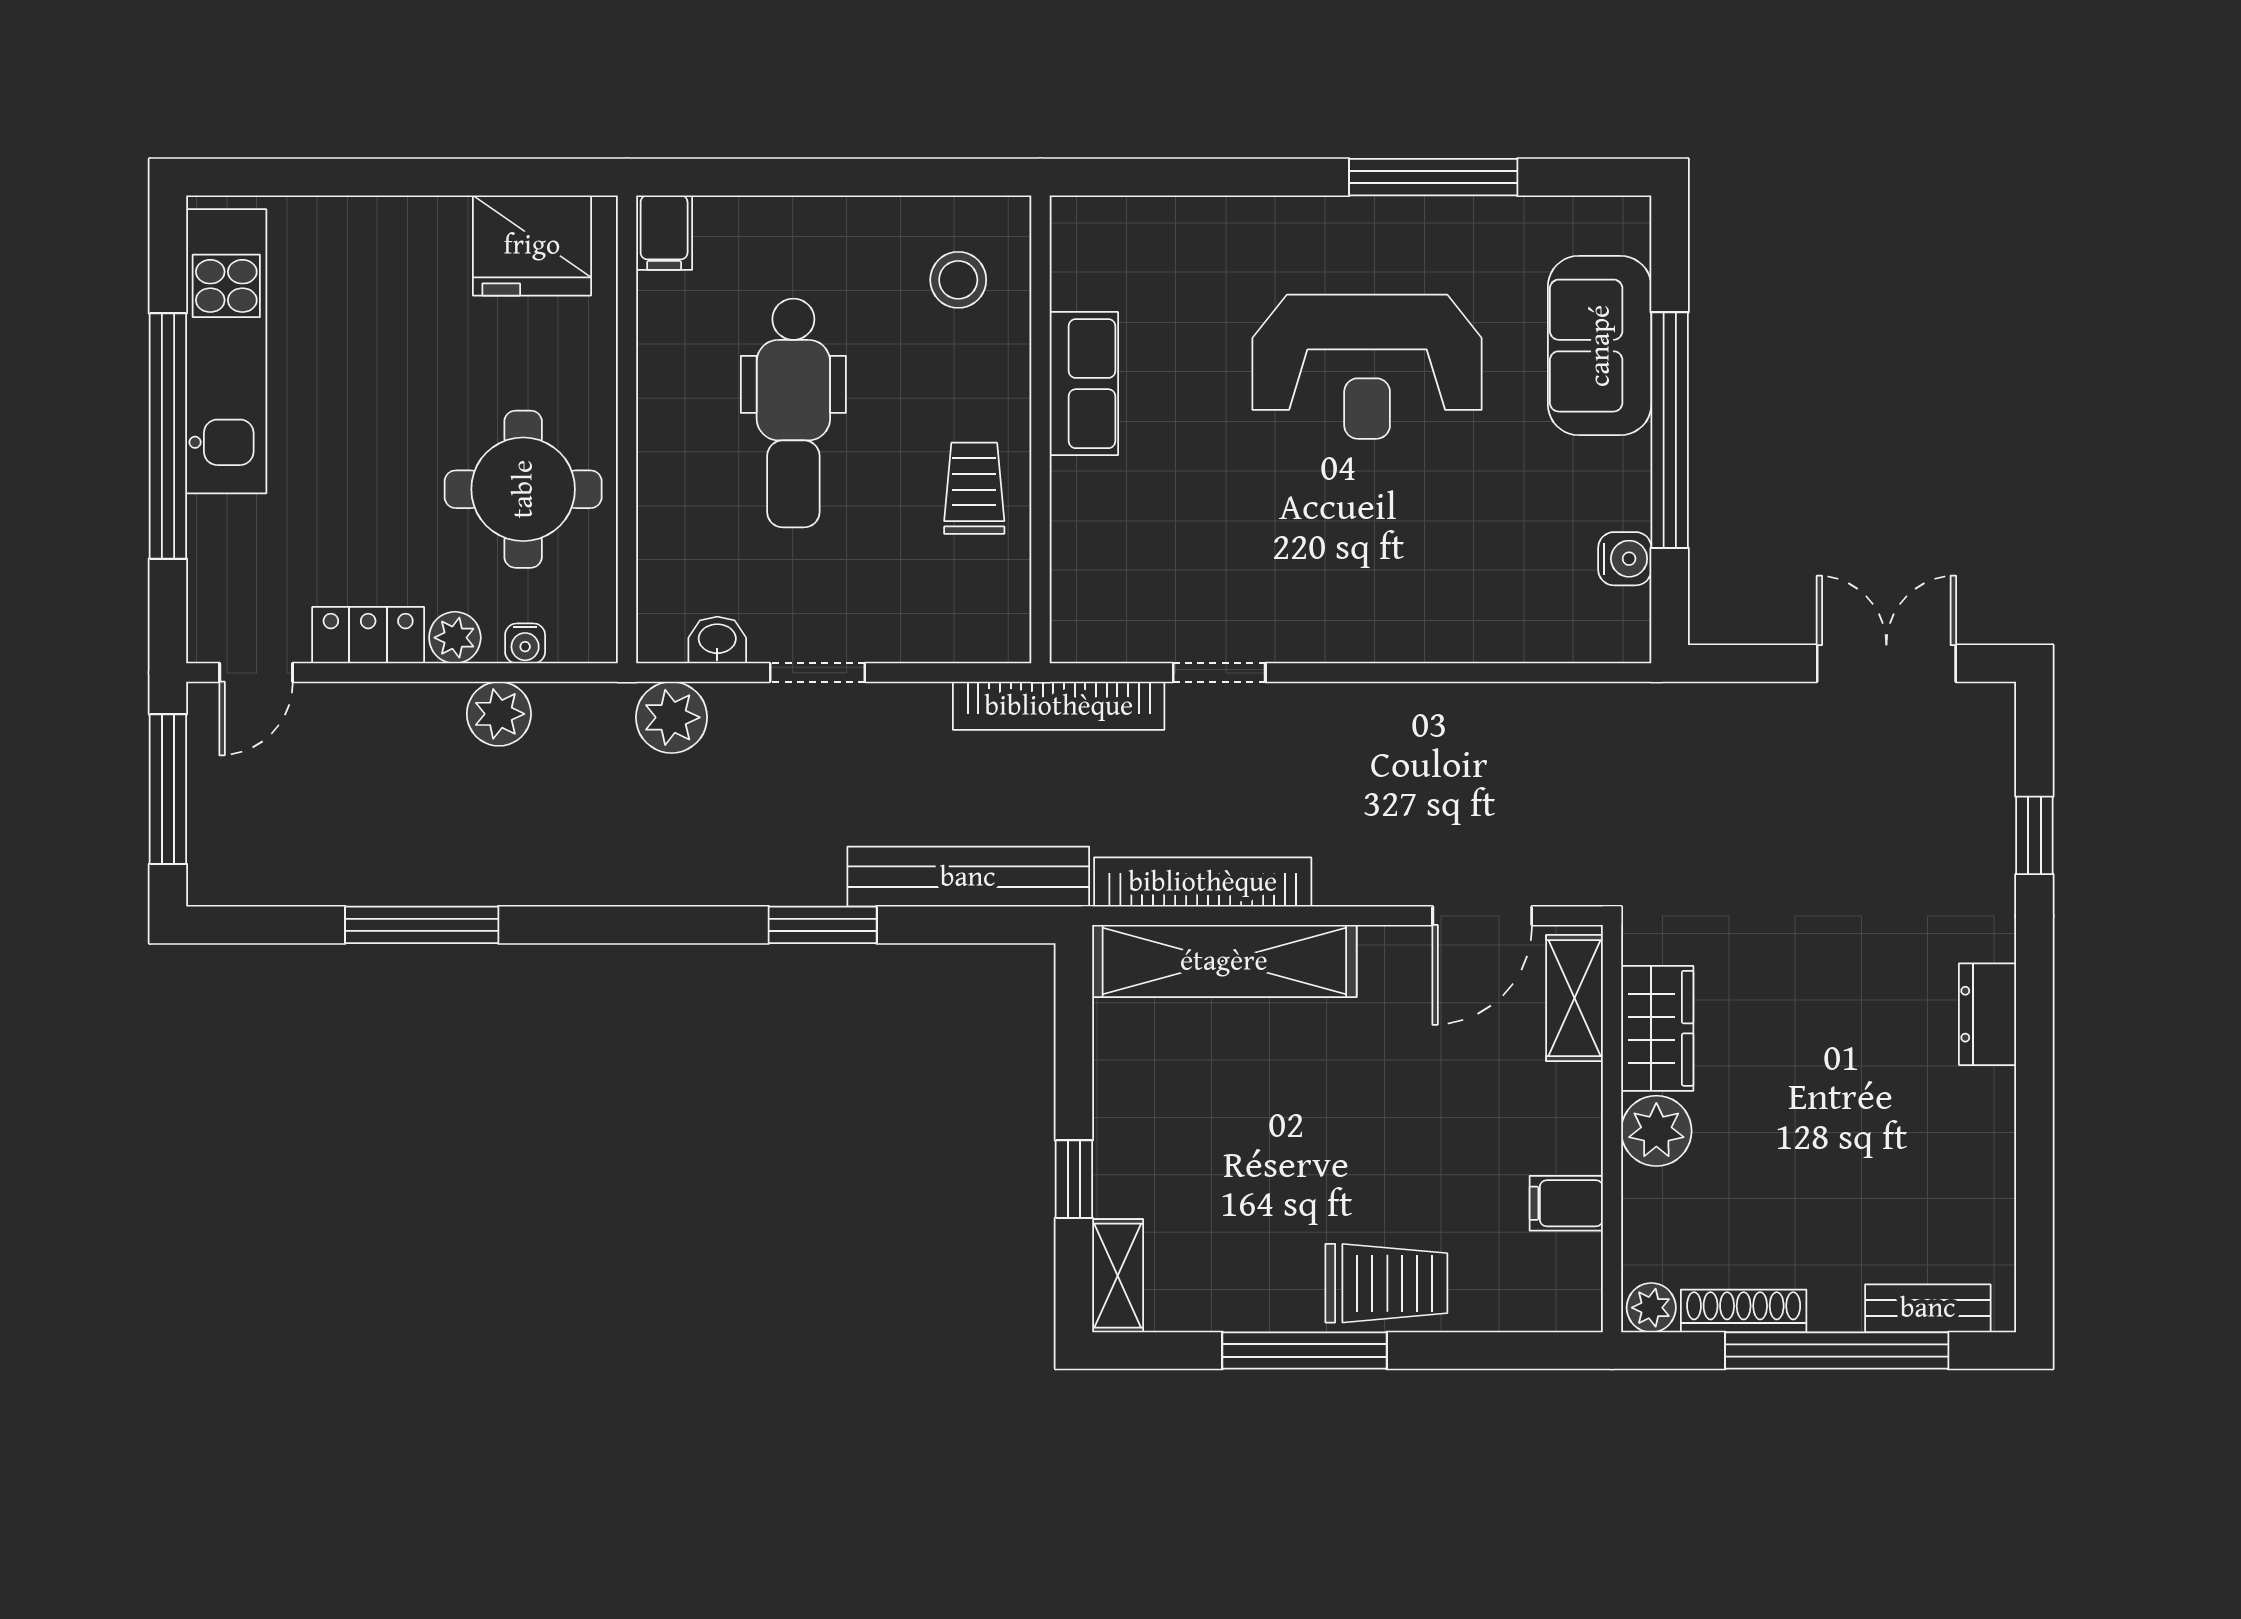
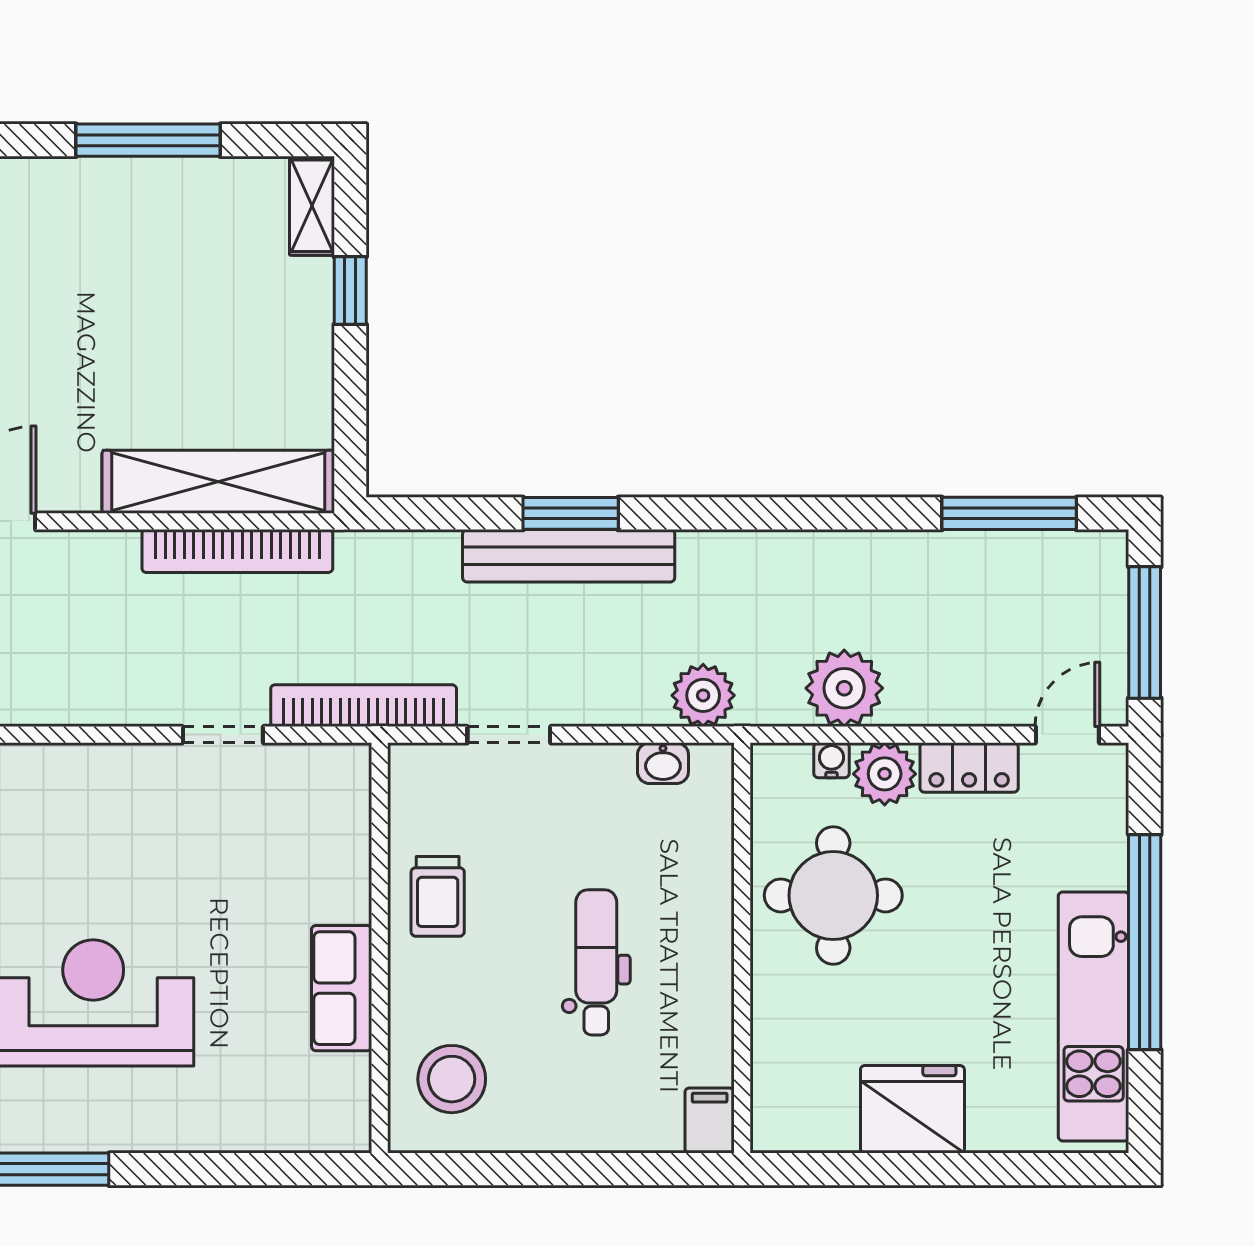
fridge: (532, 245) -> (912, 1109), moved
stool: (958, 280) -> (452, 1079), width x1.38, depth x1.38
dental chair: (793, 413) -> (596, 962), width x0.73, depth x0.72
plant: (455, 638) -> (885, 774), width x1.38, depth x1.38
doorway: (817, 673) -> (509, 735), moved
plant: (499, 714) -> (844, 688), width x1.36, depth x1.36
bench: (968, 877) -> (569, 556), moved
window: (422, 925) -> (1009, 513), moved
trolley: (1386, 1283) -> (76, 199), removed

